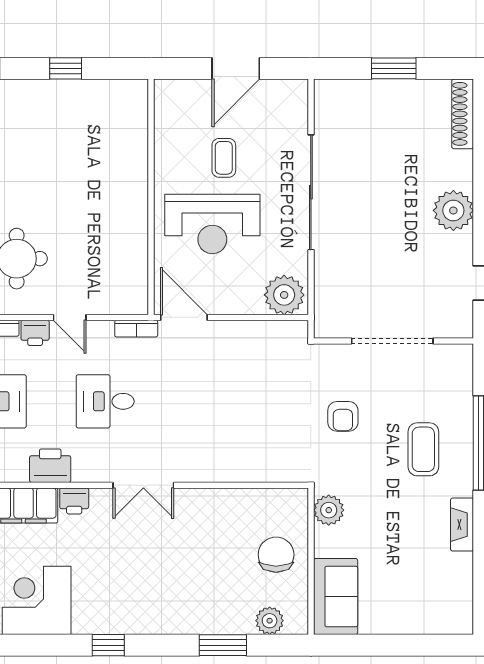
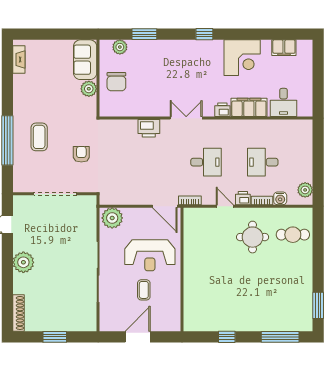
reception desk: (212, 224) -> (150, 255), turned 180
printer: (50, 466) -> (149, 128), moved
plant: (329, 510) -> (89, 89), moved
fireplace: (462, 525) -> (19, 60), moved

